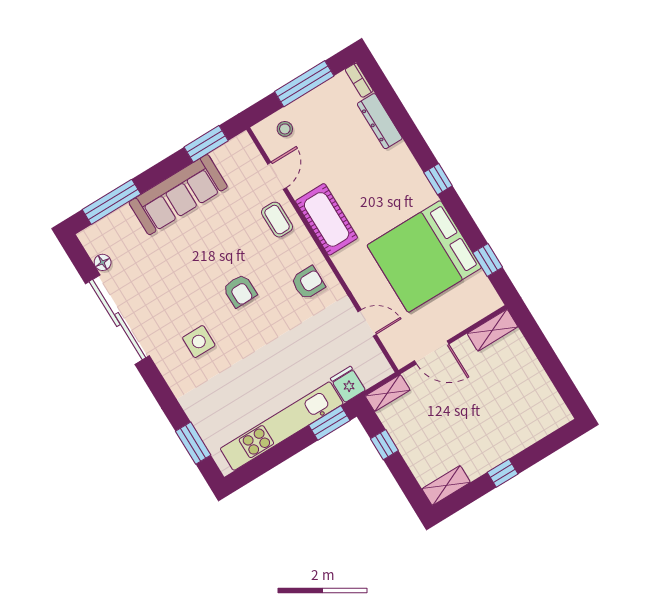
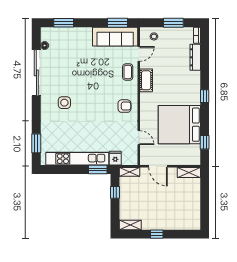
window: (304, 84) -> (173, 23), width x0.69
sofa: (178, 195) -> (115, 37), moved
window: (112, 202) -> (64, 23), width x0.69
cot: (327, 219) -> (146, 80), width x0.73, depth x0.75
armchair: (240, 291) -> (94, 92), removed

